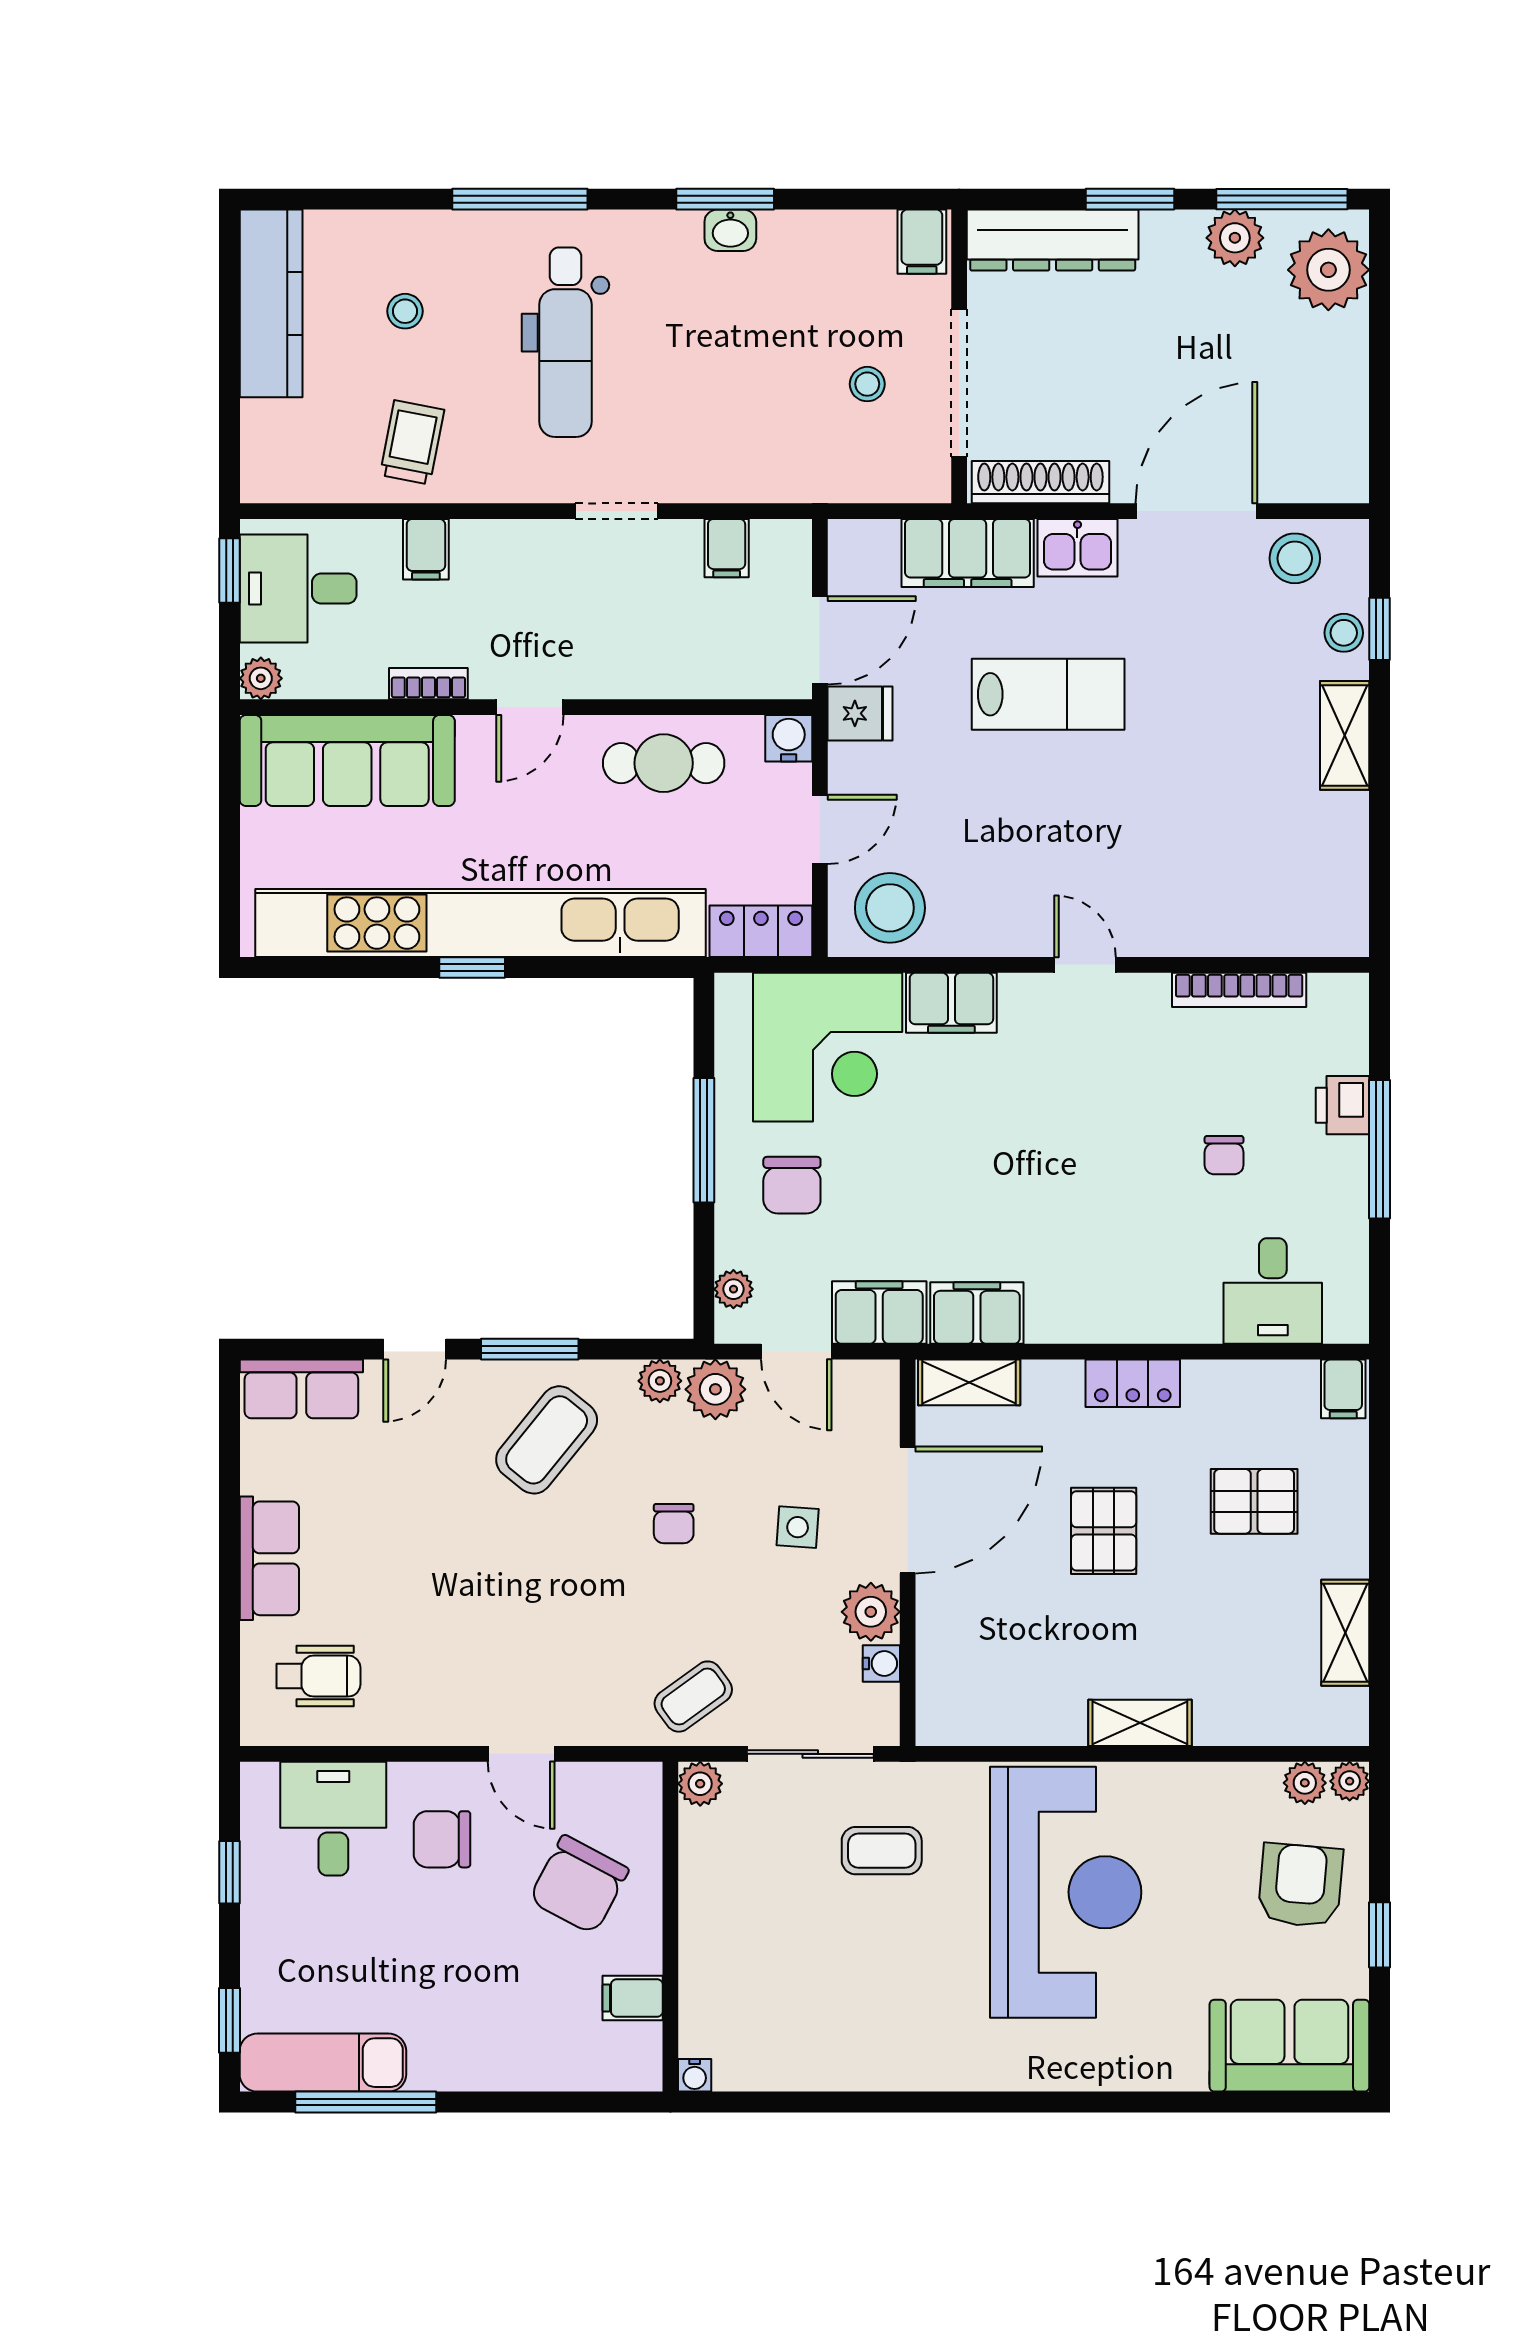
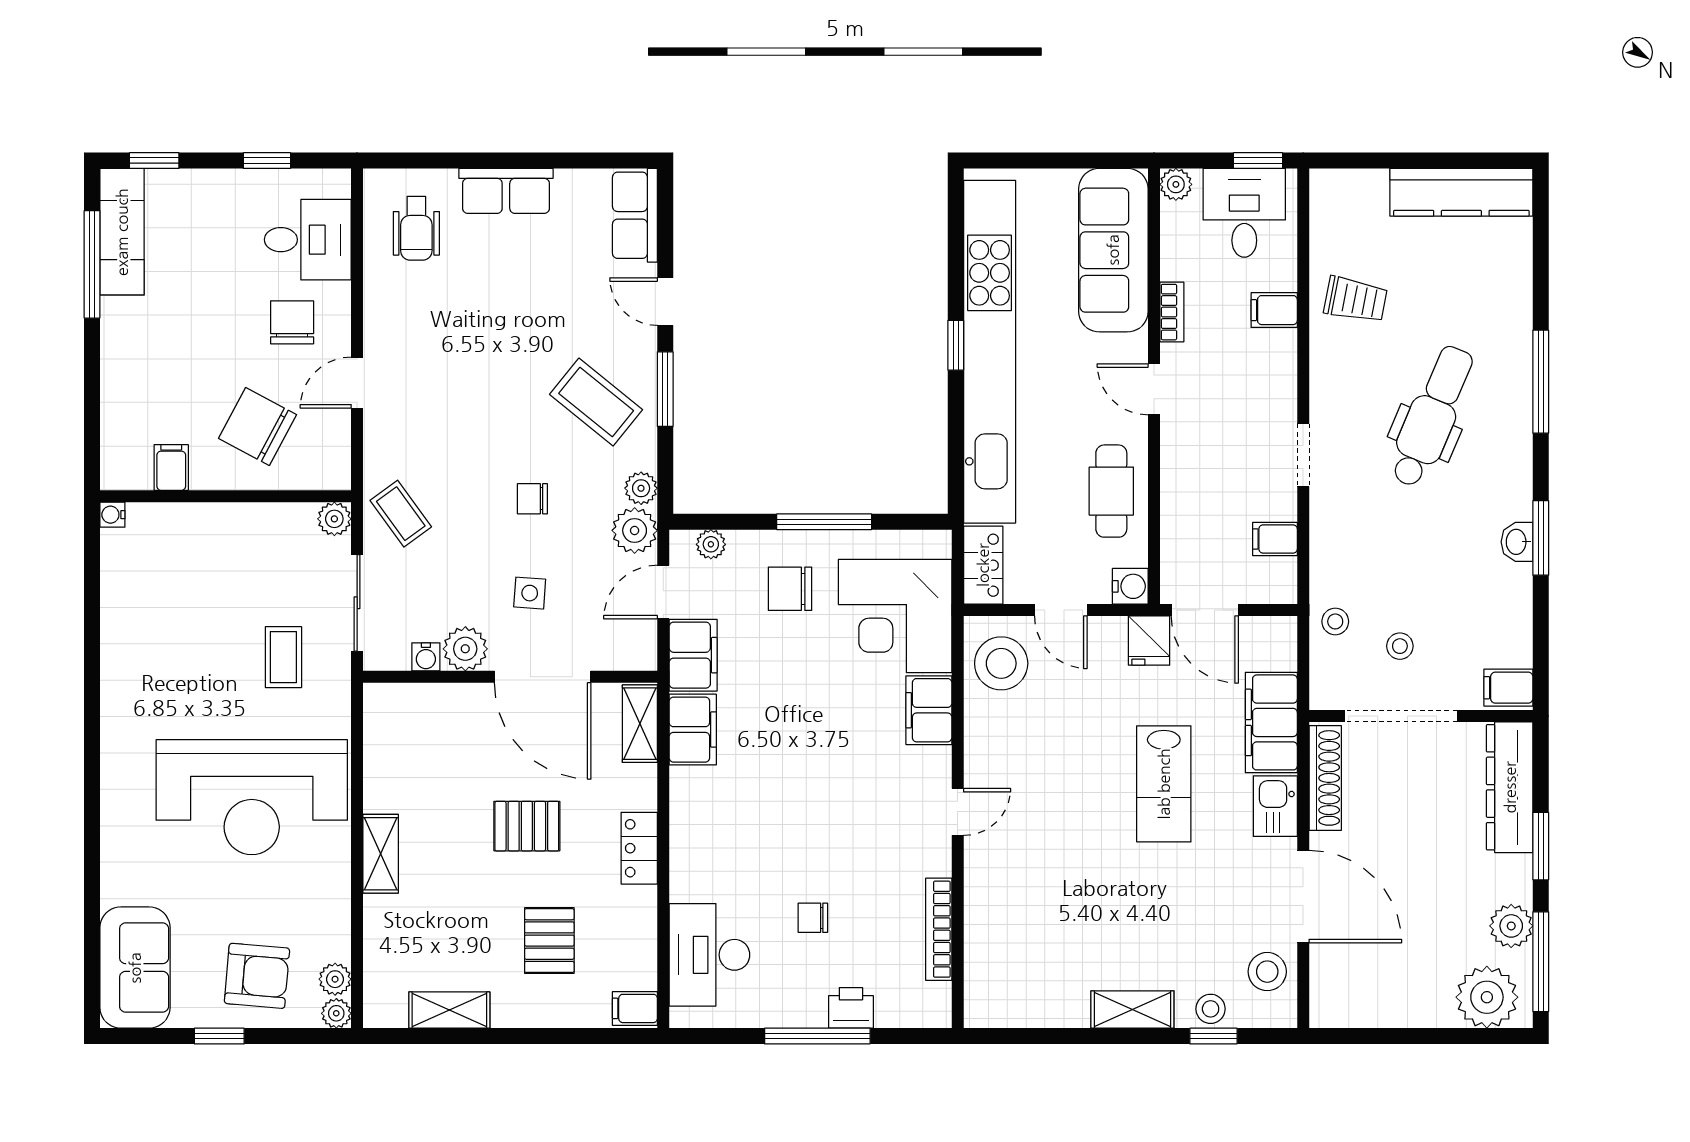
stool: (405, 311) -> (1335, 621), moved
dental chair: (565, 342) -> (1432, 416), turned 113
desk: (1273, 1291) -> (709, 955), width x1.37

